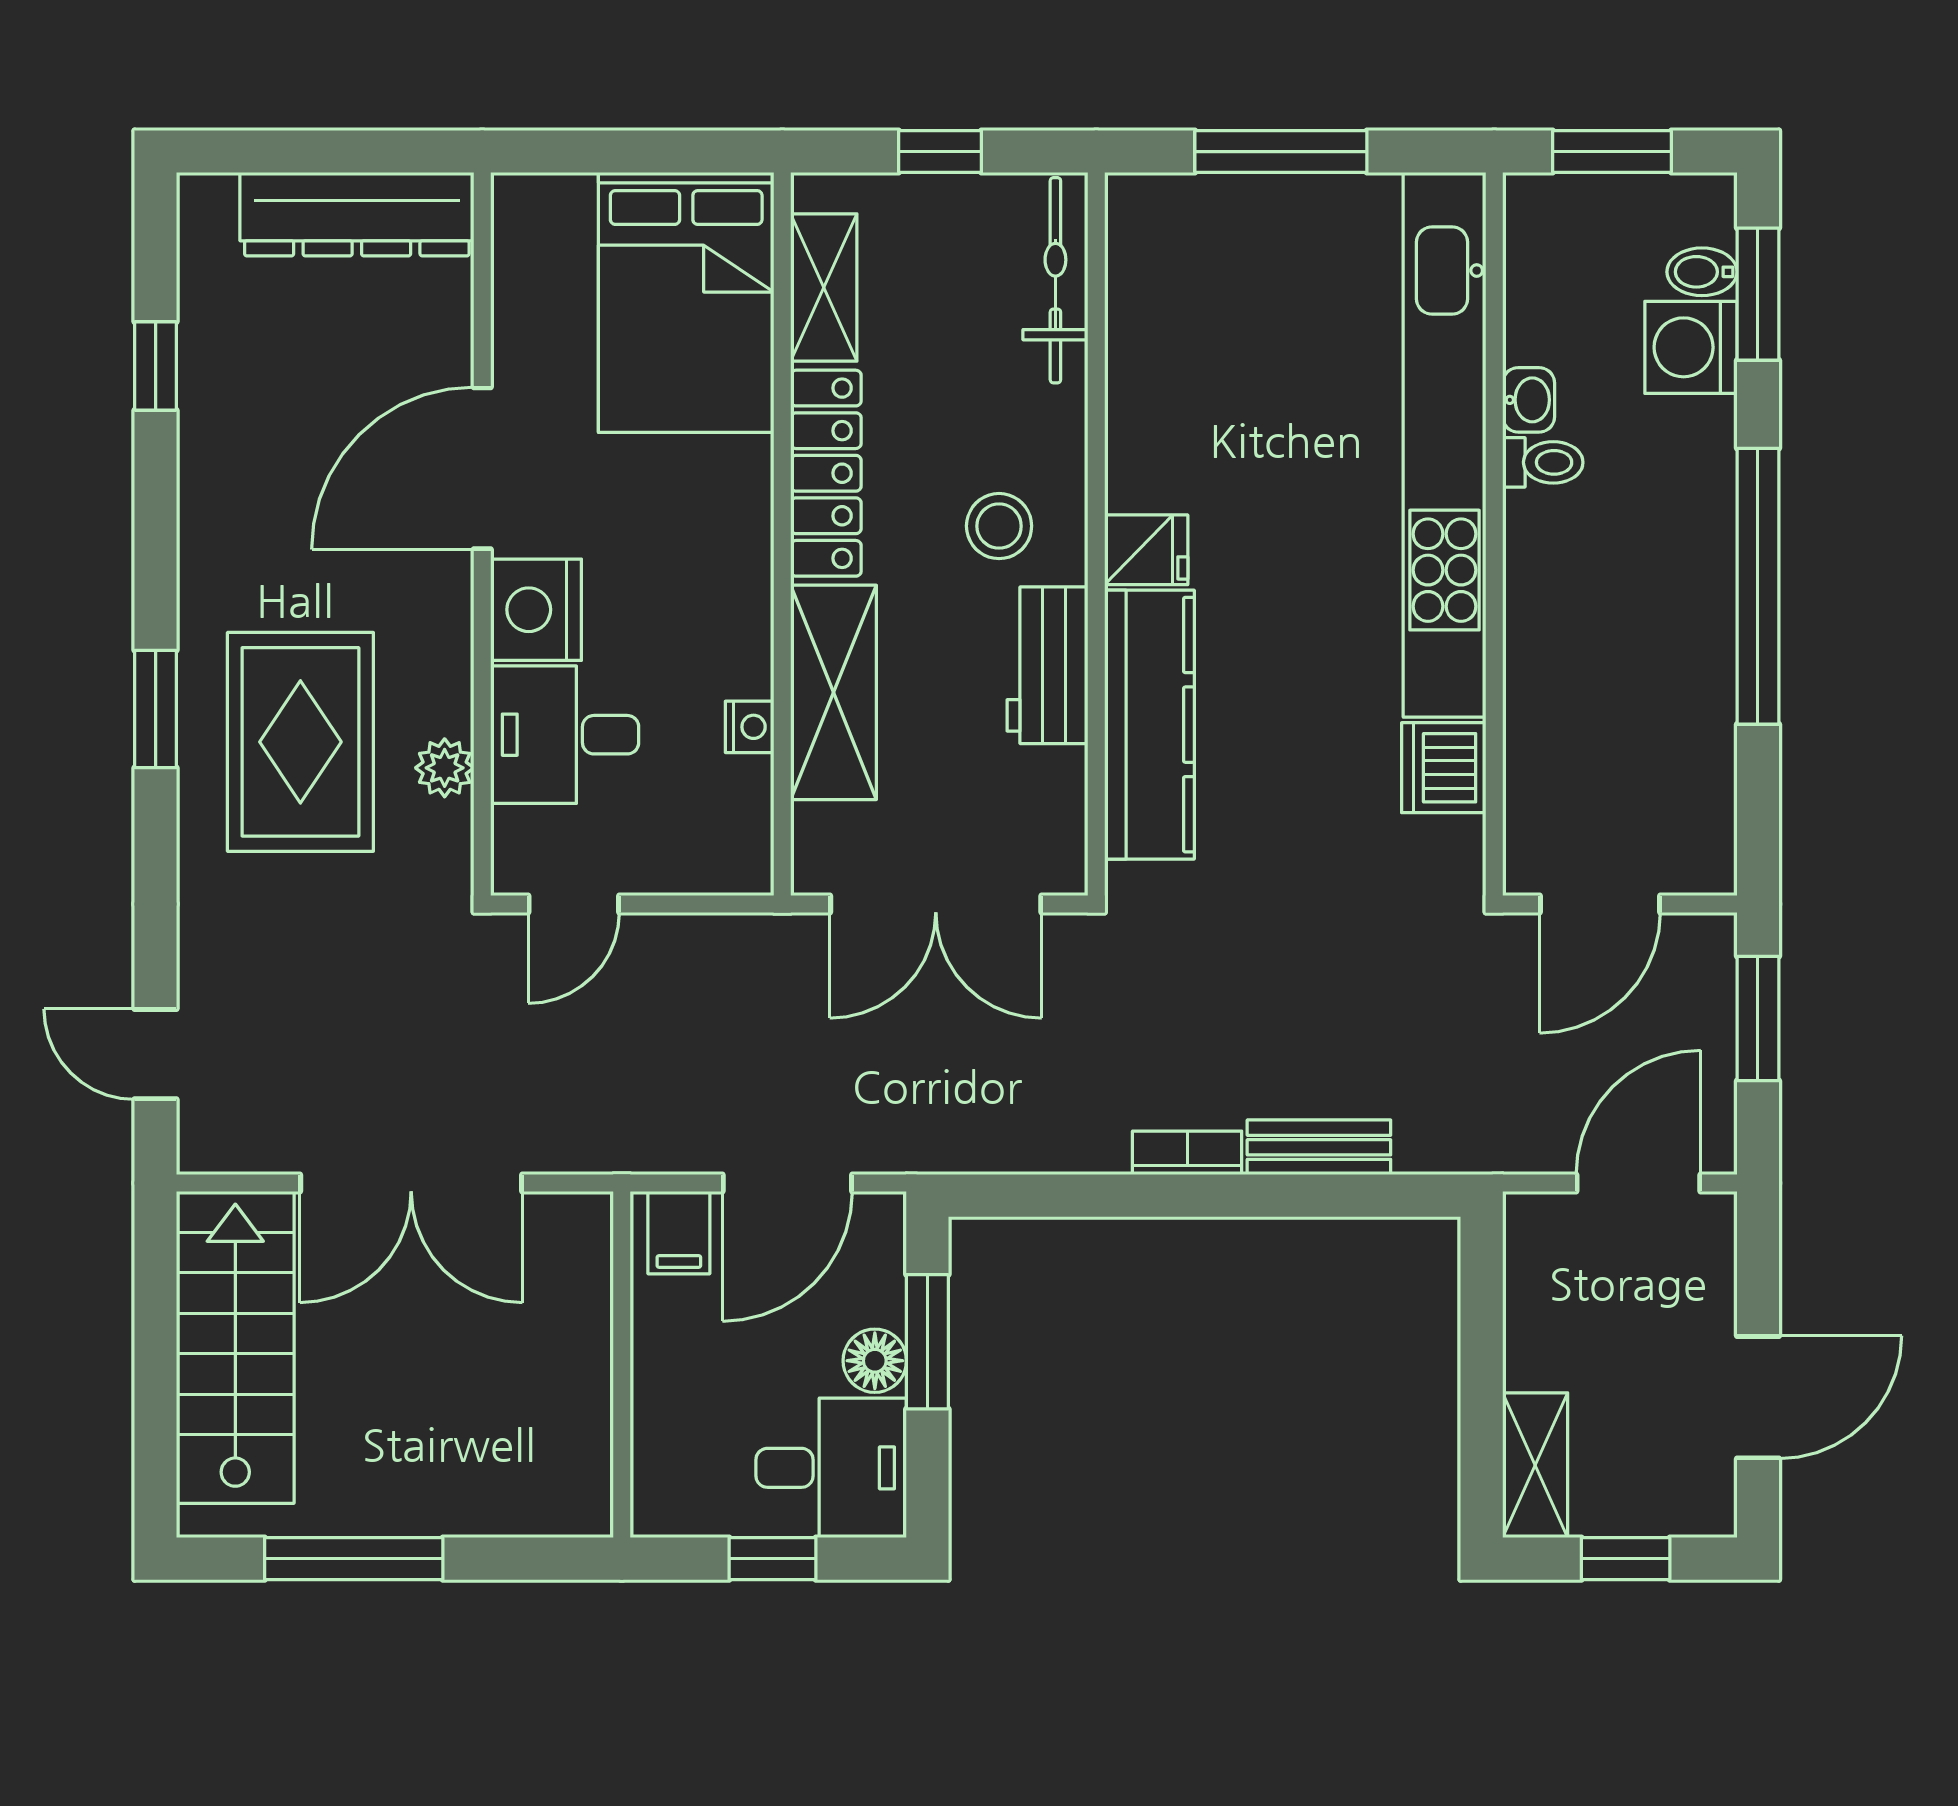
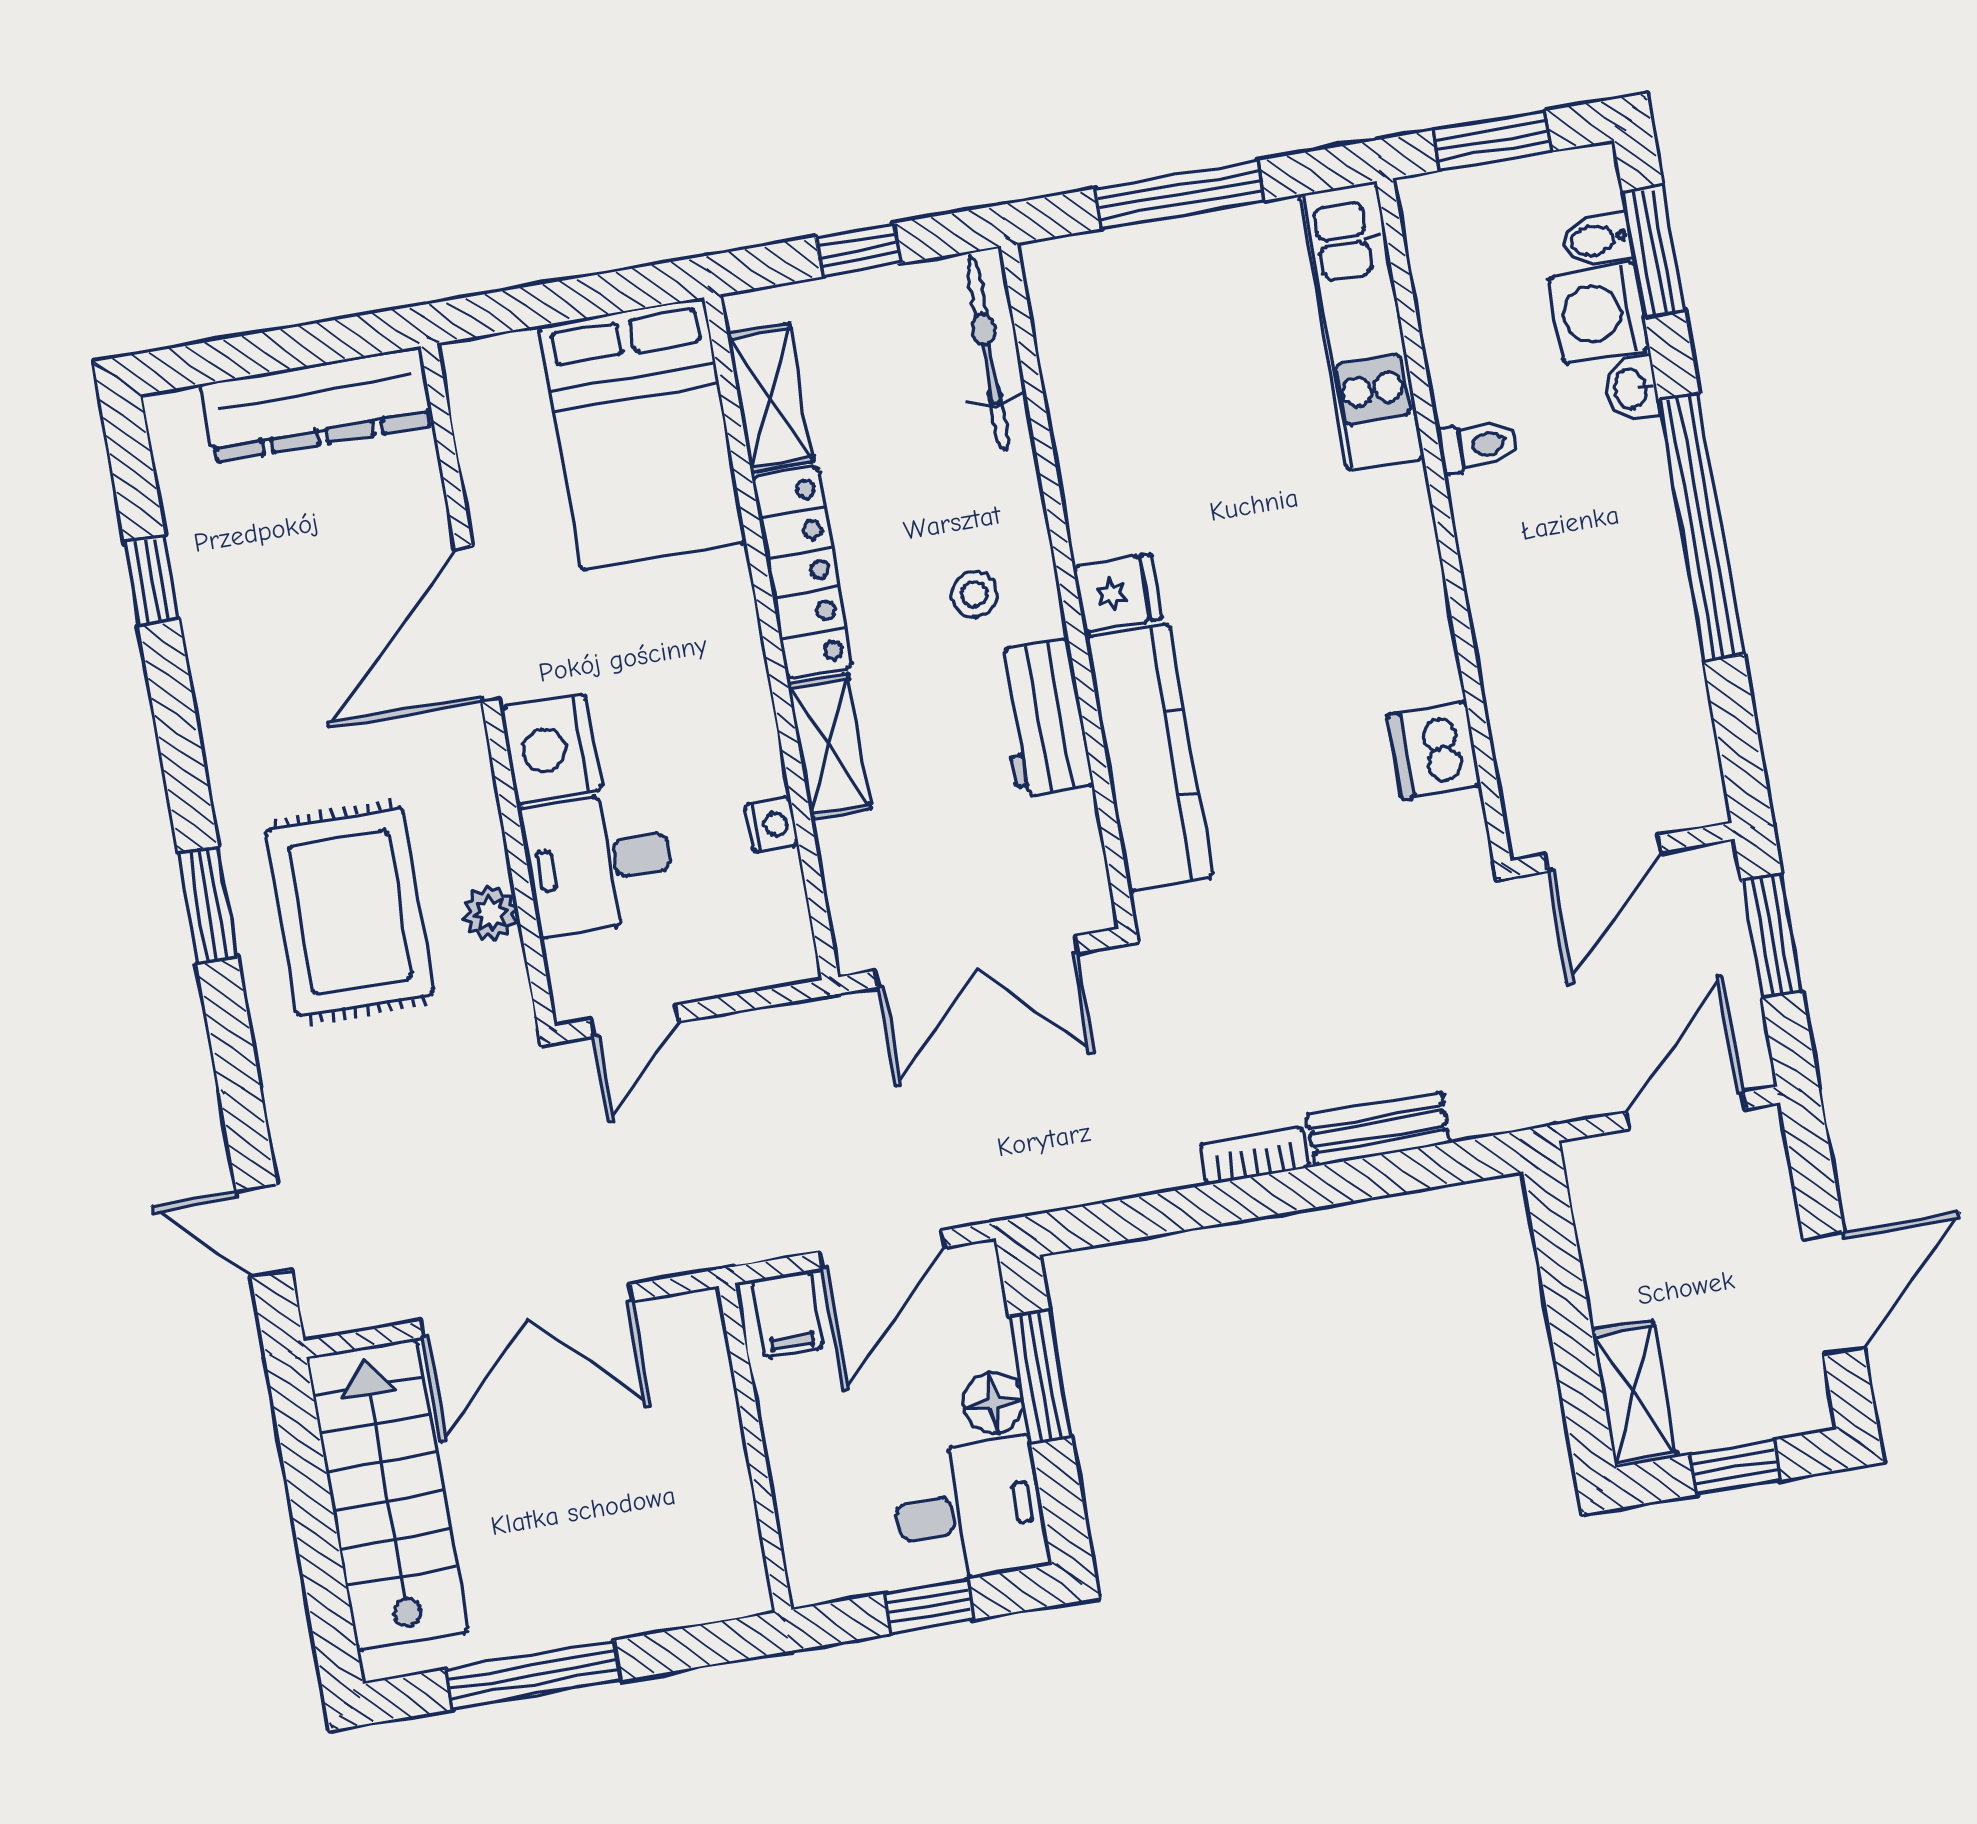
washbasin: (1529, 400) -> (1632, 389), moved, turned 180
kitchen unit: (1445, 445) -> (1362, 326), width x0.54
stool: (999, 526) -> (975, 594), width x0.73, depth x0.73
shelving: (834, 692) -> (829, 746), width x0.67, depth x0.75

